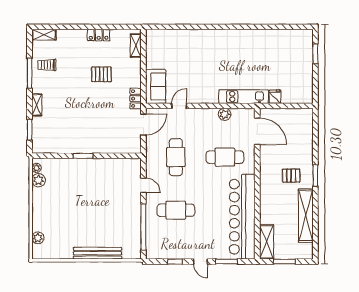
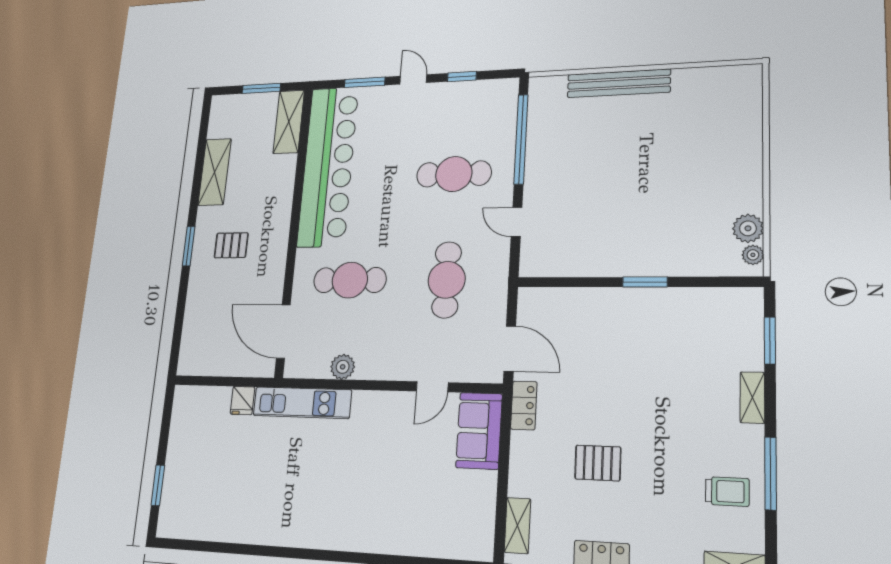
door: (143, 124) -> (510, 349), swing flipped
shelving: (306, 216) -> (215, 172), width x0.68
plant: (38, 238) -> (750, 107), removed

